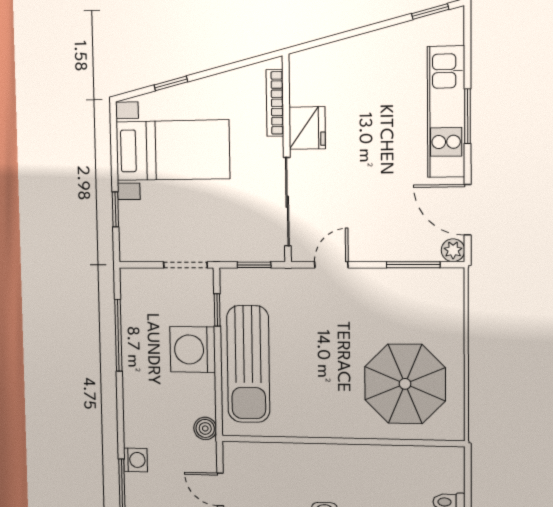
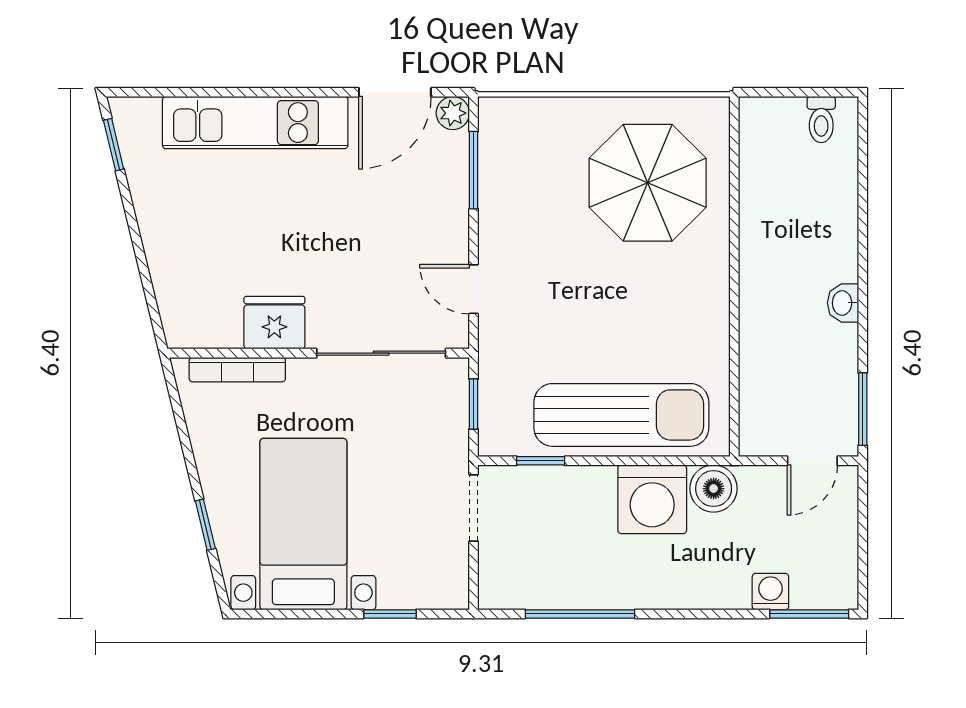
window: (468, 116) -> (262, 92), removed
washing machine: (193, 349) -> (652, 499), moved
boiler: (205, 428) -> (714, 489), width x1.36, depth x1.36

